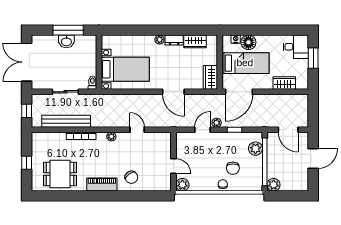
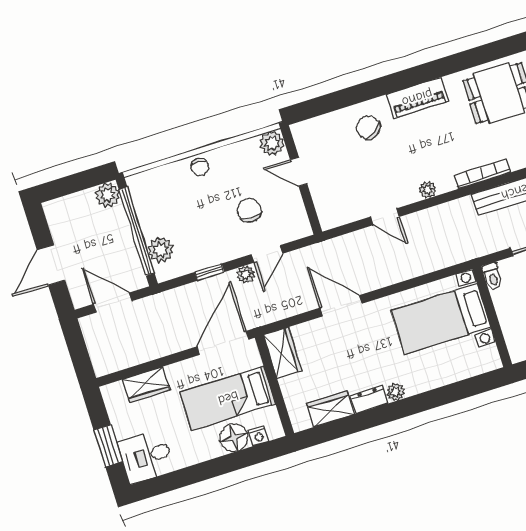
chair: (233, 168) -> (249, 210), moved

